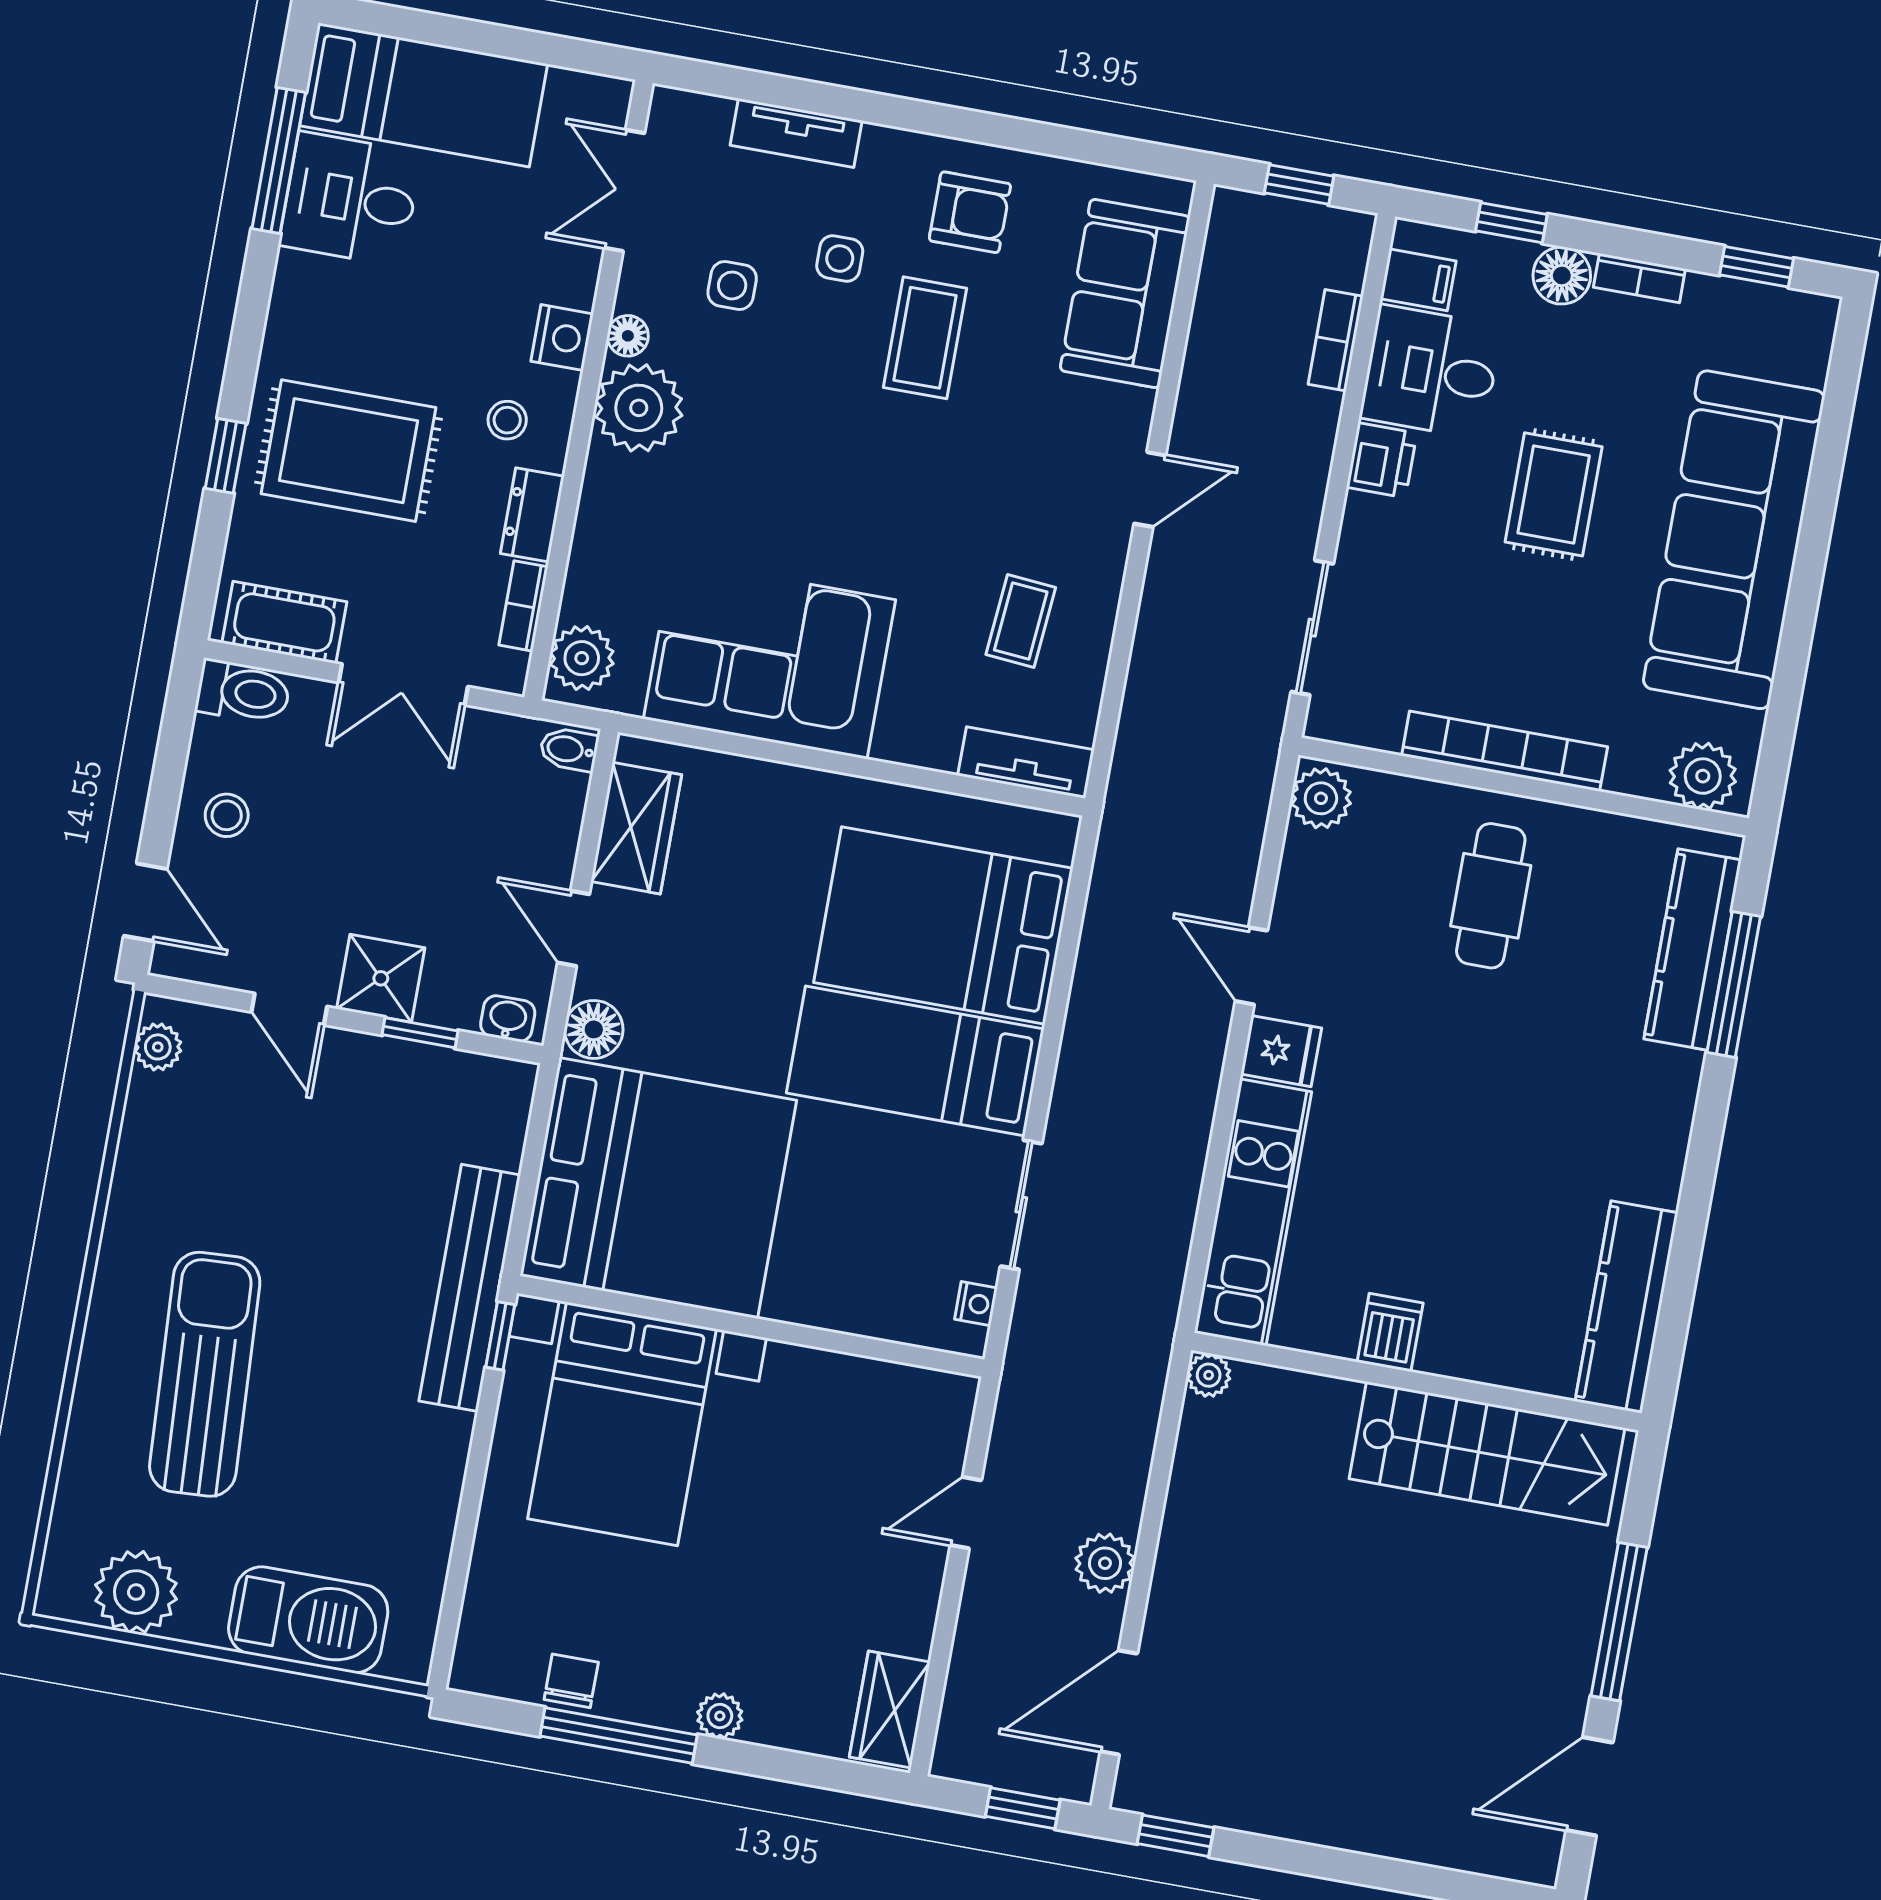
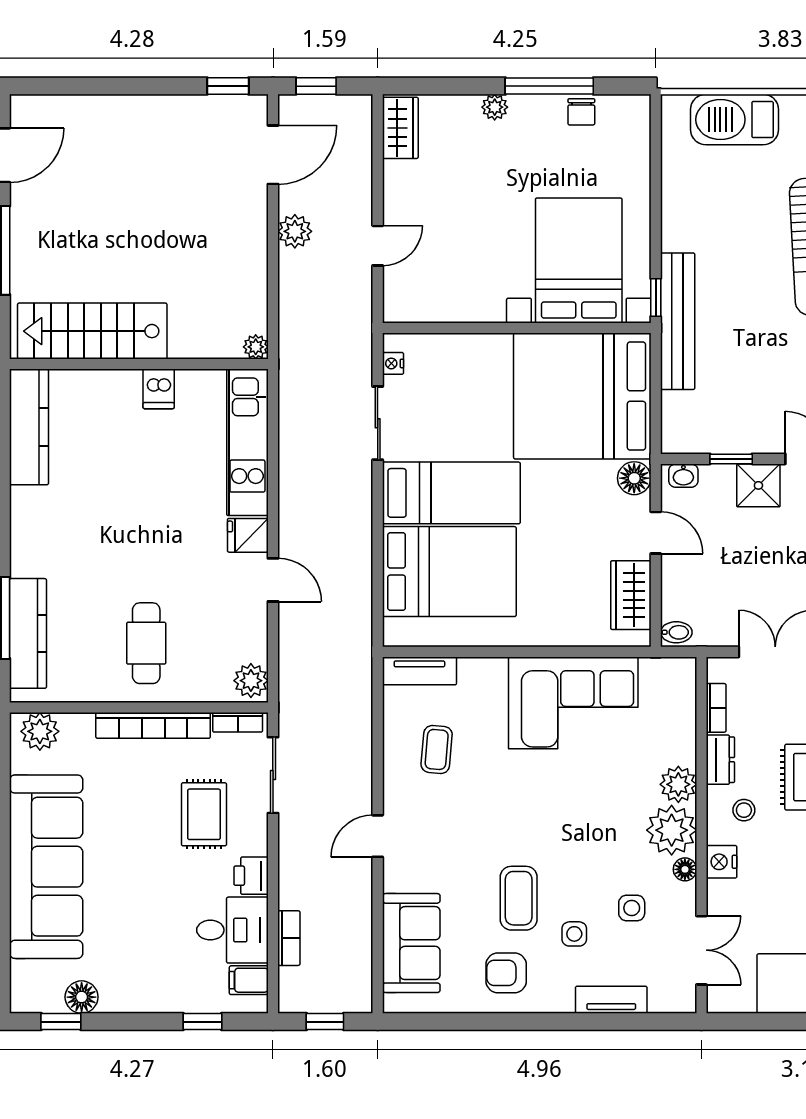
floor lamp: (1562, 276) -> (82, 997), moved
bookcase: (1639, 278) -> (238, 722), moved, turned 180
rug: (1554, 494) -> (204, 814), moved
plant: (582, 658) -> (678, 784), moved

